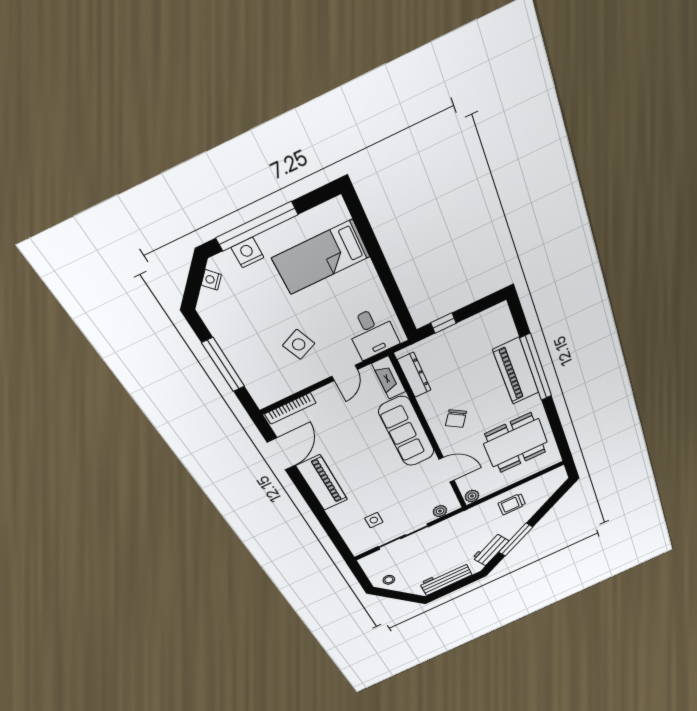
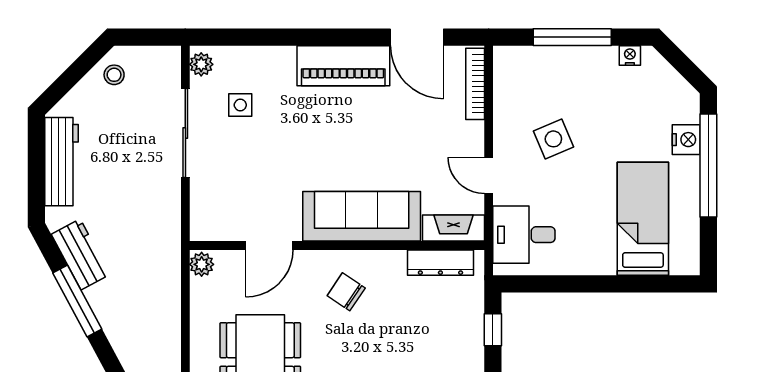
nightstand: (211, 280) -> (630, 56), moved, turned -45
trolley: (512, 504) -> (152, 319), removed
plant: (440, 511) -> (201, 64), moved

